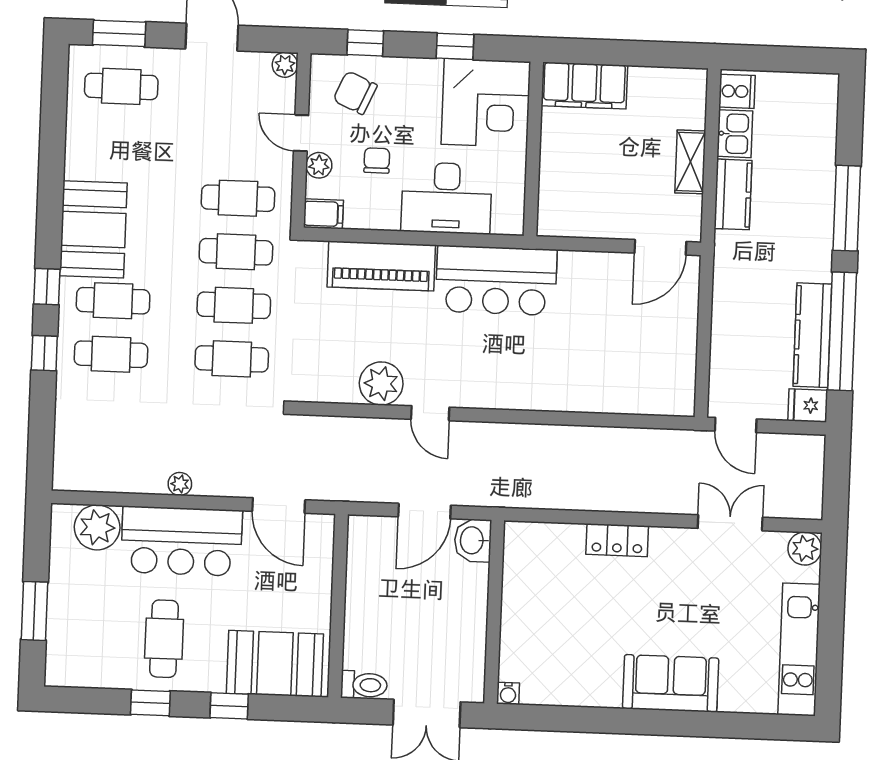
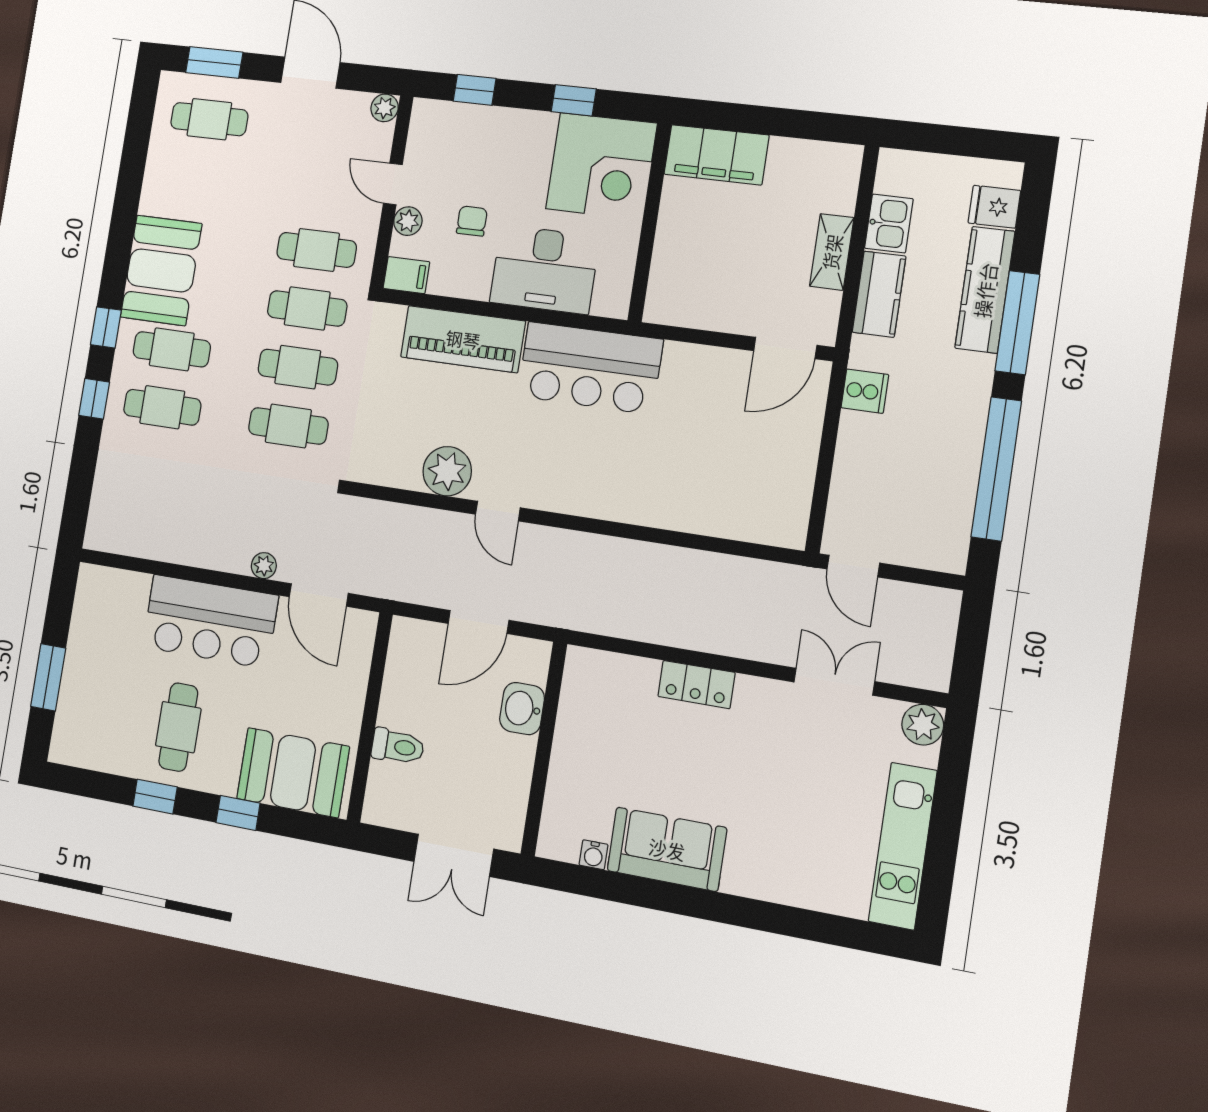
cooker: (737, 91) -> (865, 391), moved
chair: (355, 93) -> (457, 144), removed
kitchen counter: (812, 335) -> (985, 290), moved
fridge: (808, 405) -> (994, 207), moved
plant: (180, 484) -> (264, 566), moved
plant: (97, 527) -> (124, 595), removed
washbasin: (473, 540) -> (522, 709), moved
sofa: (671, 683) -> (667, 849), moved
toilet: (364, 685) -> (398, 746), moved
water cooler: (508, 693) -> (594, 855), moved

